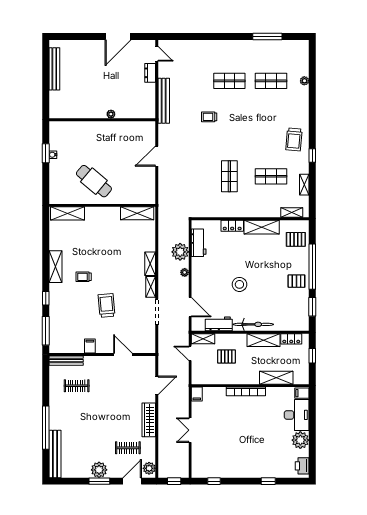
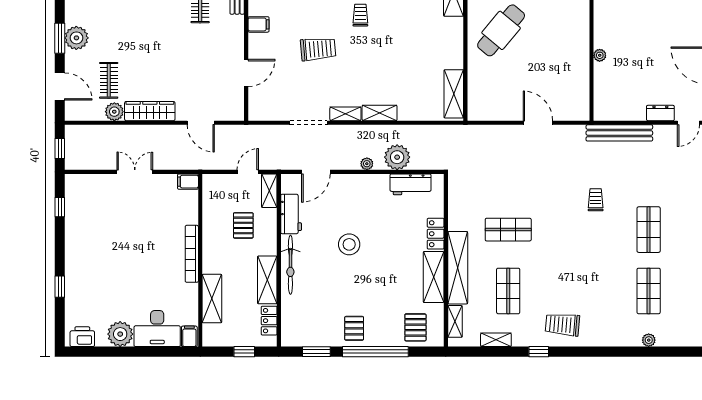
shelving: (255, 211) -> (458, 268), added
plant: (149, 468) -> (114, 112), moved

